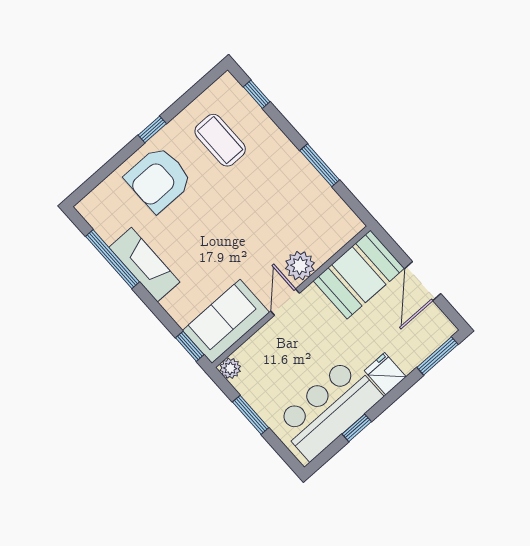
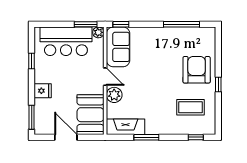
fireplace: (144, 265) -> (126, 127), moved, turned 180
bar counter: (329, 409) -> (66, 41), moved, turned 90
window: (251, 415) -> (86, 24), moved

